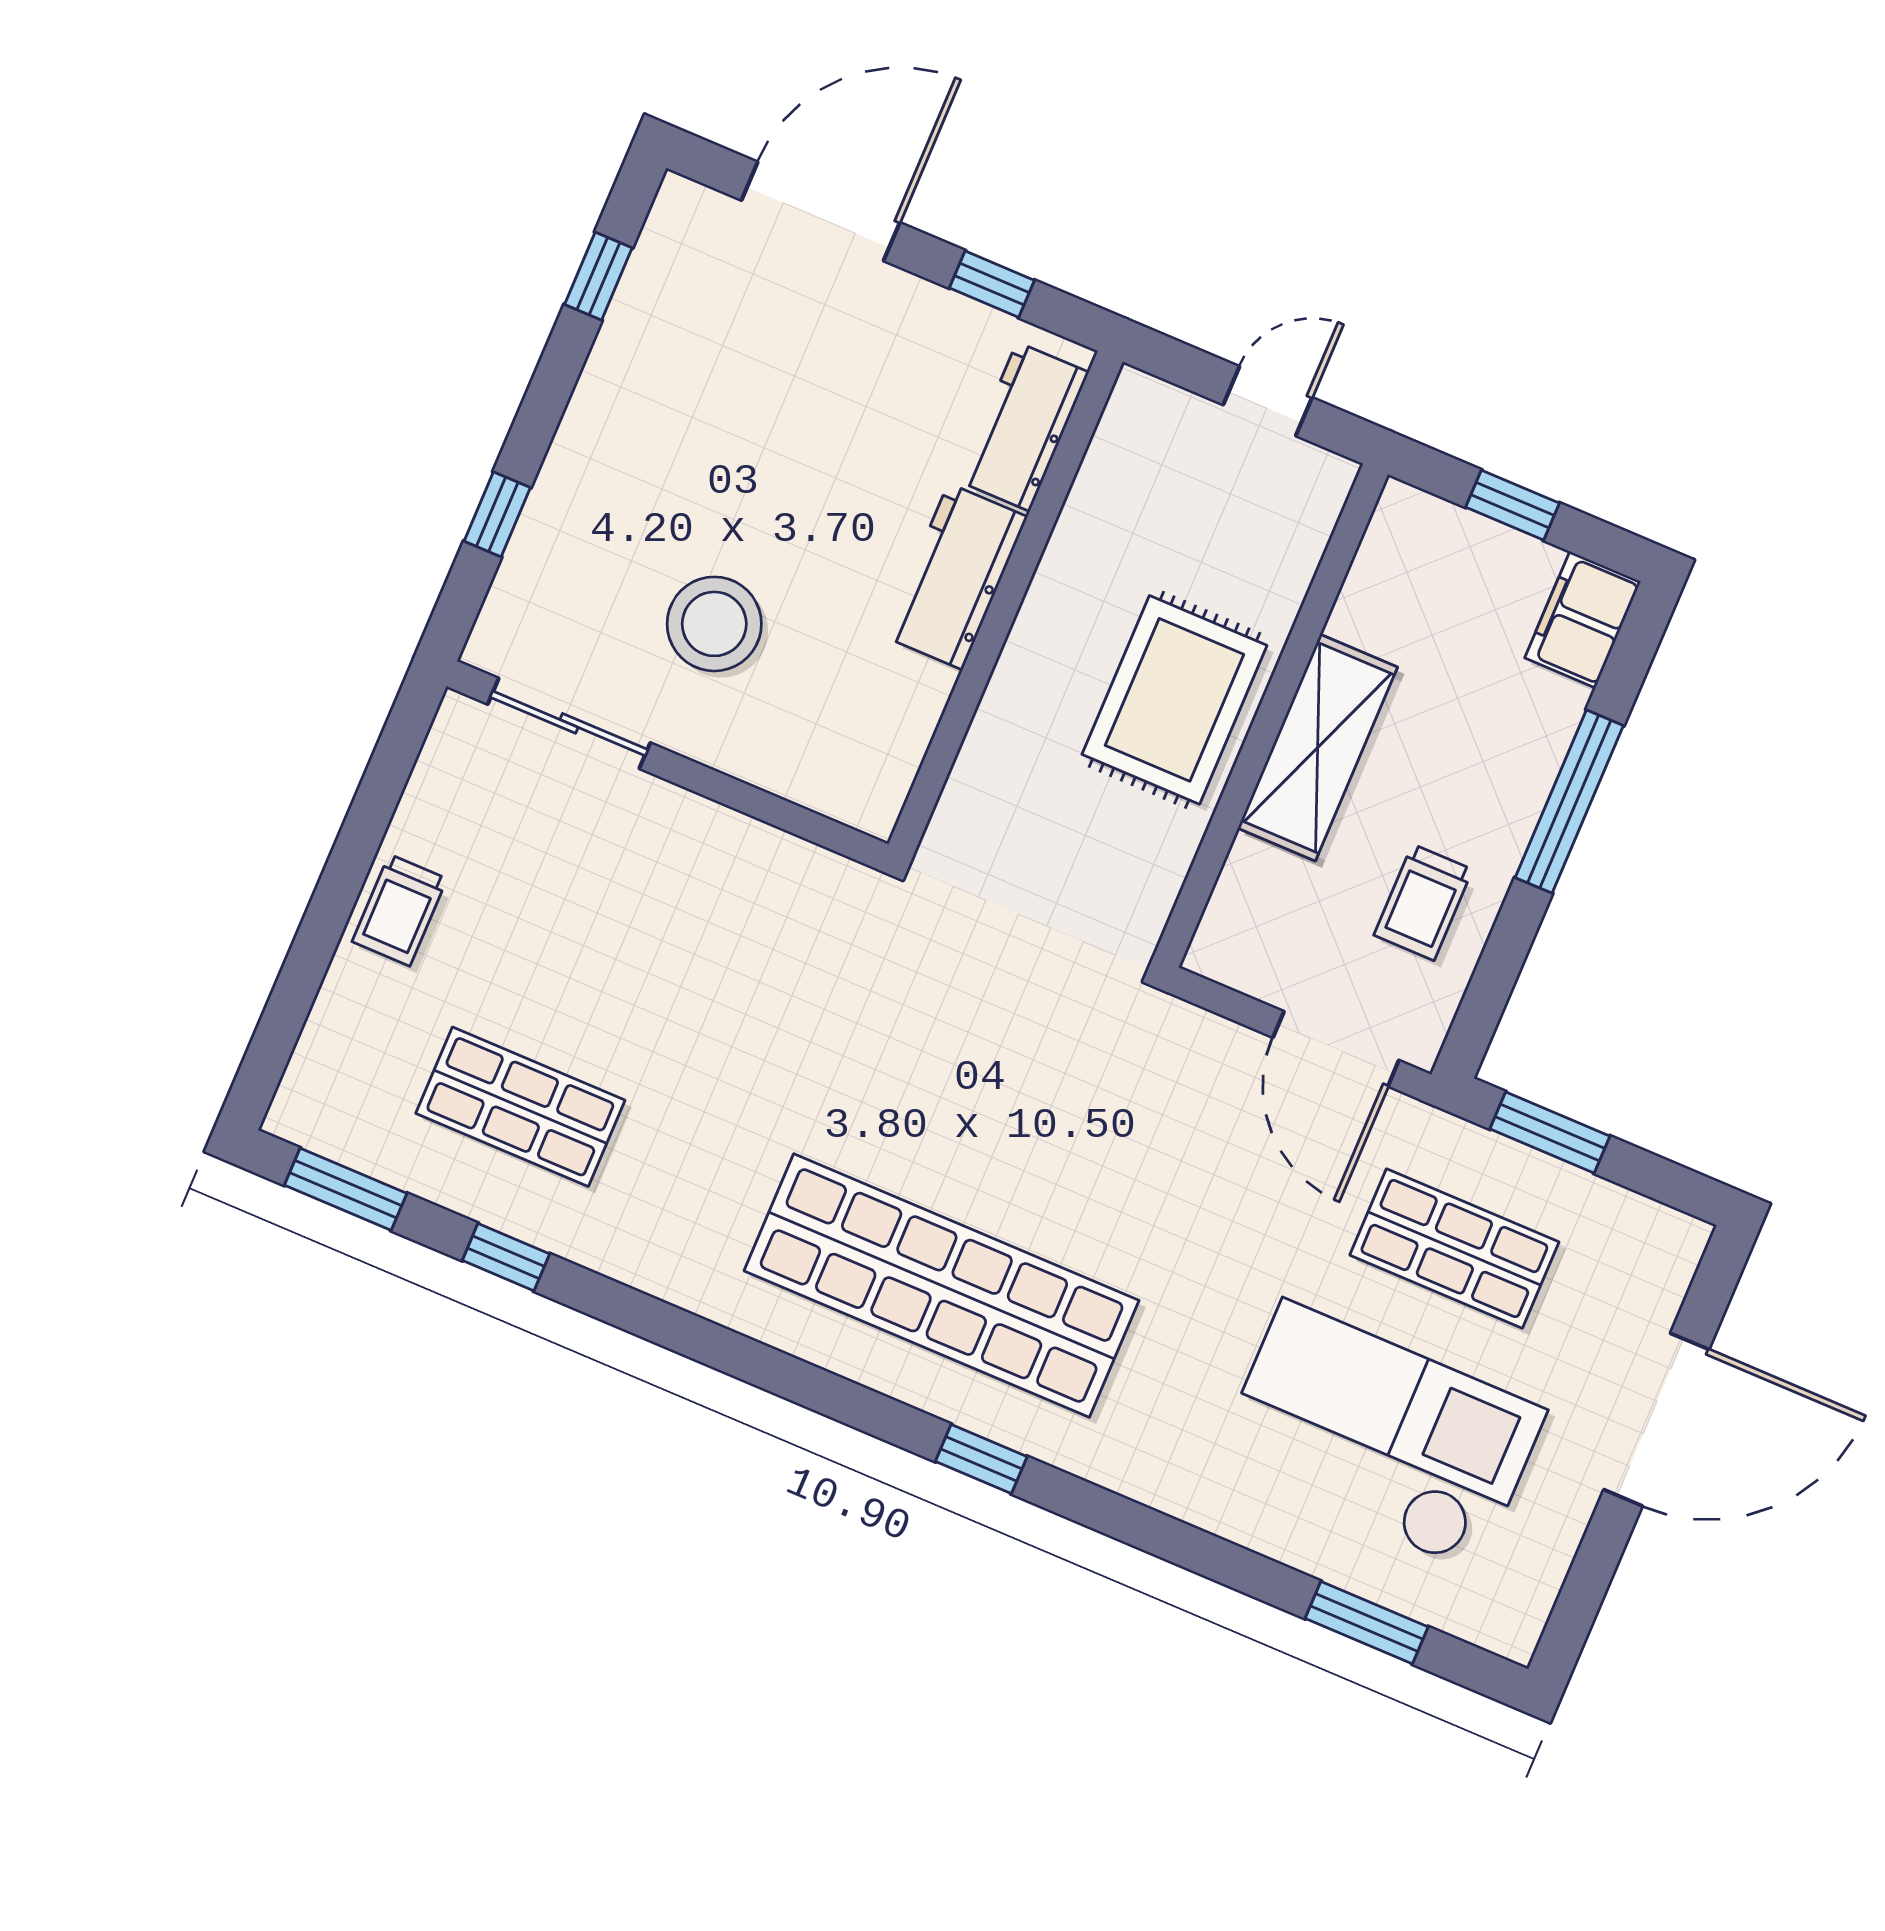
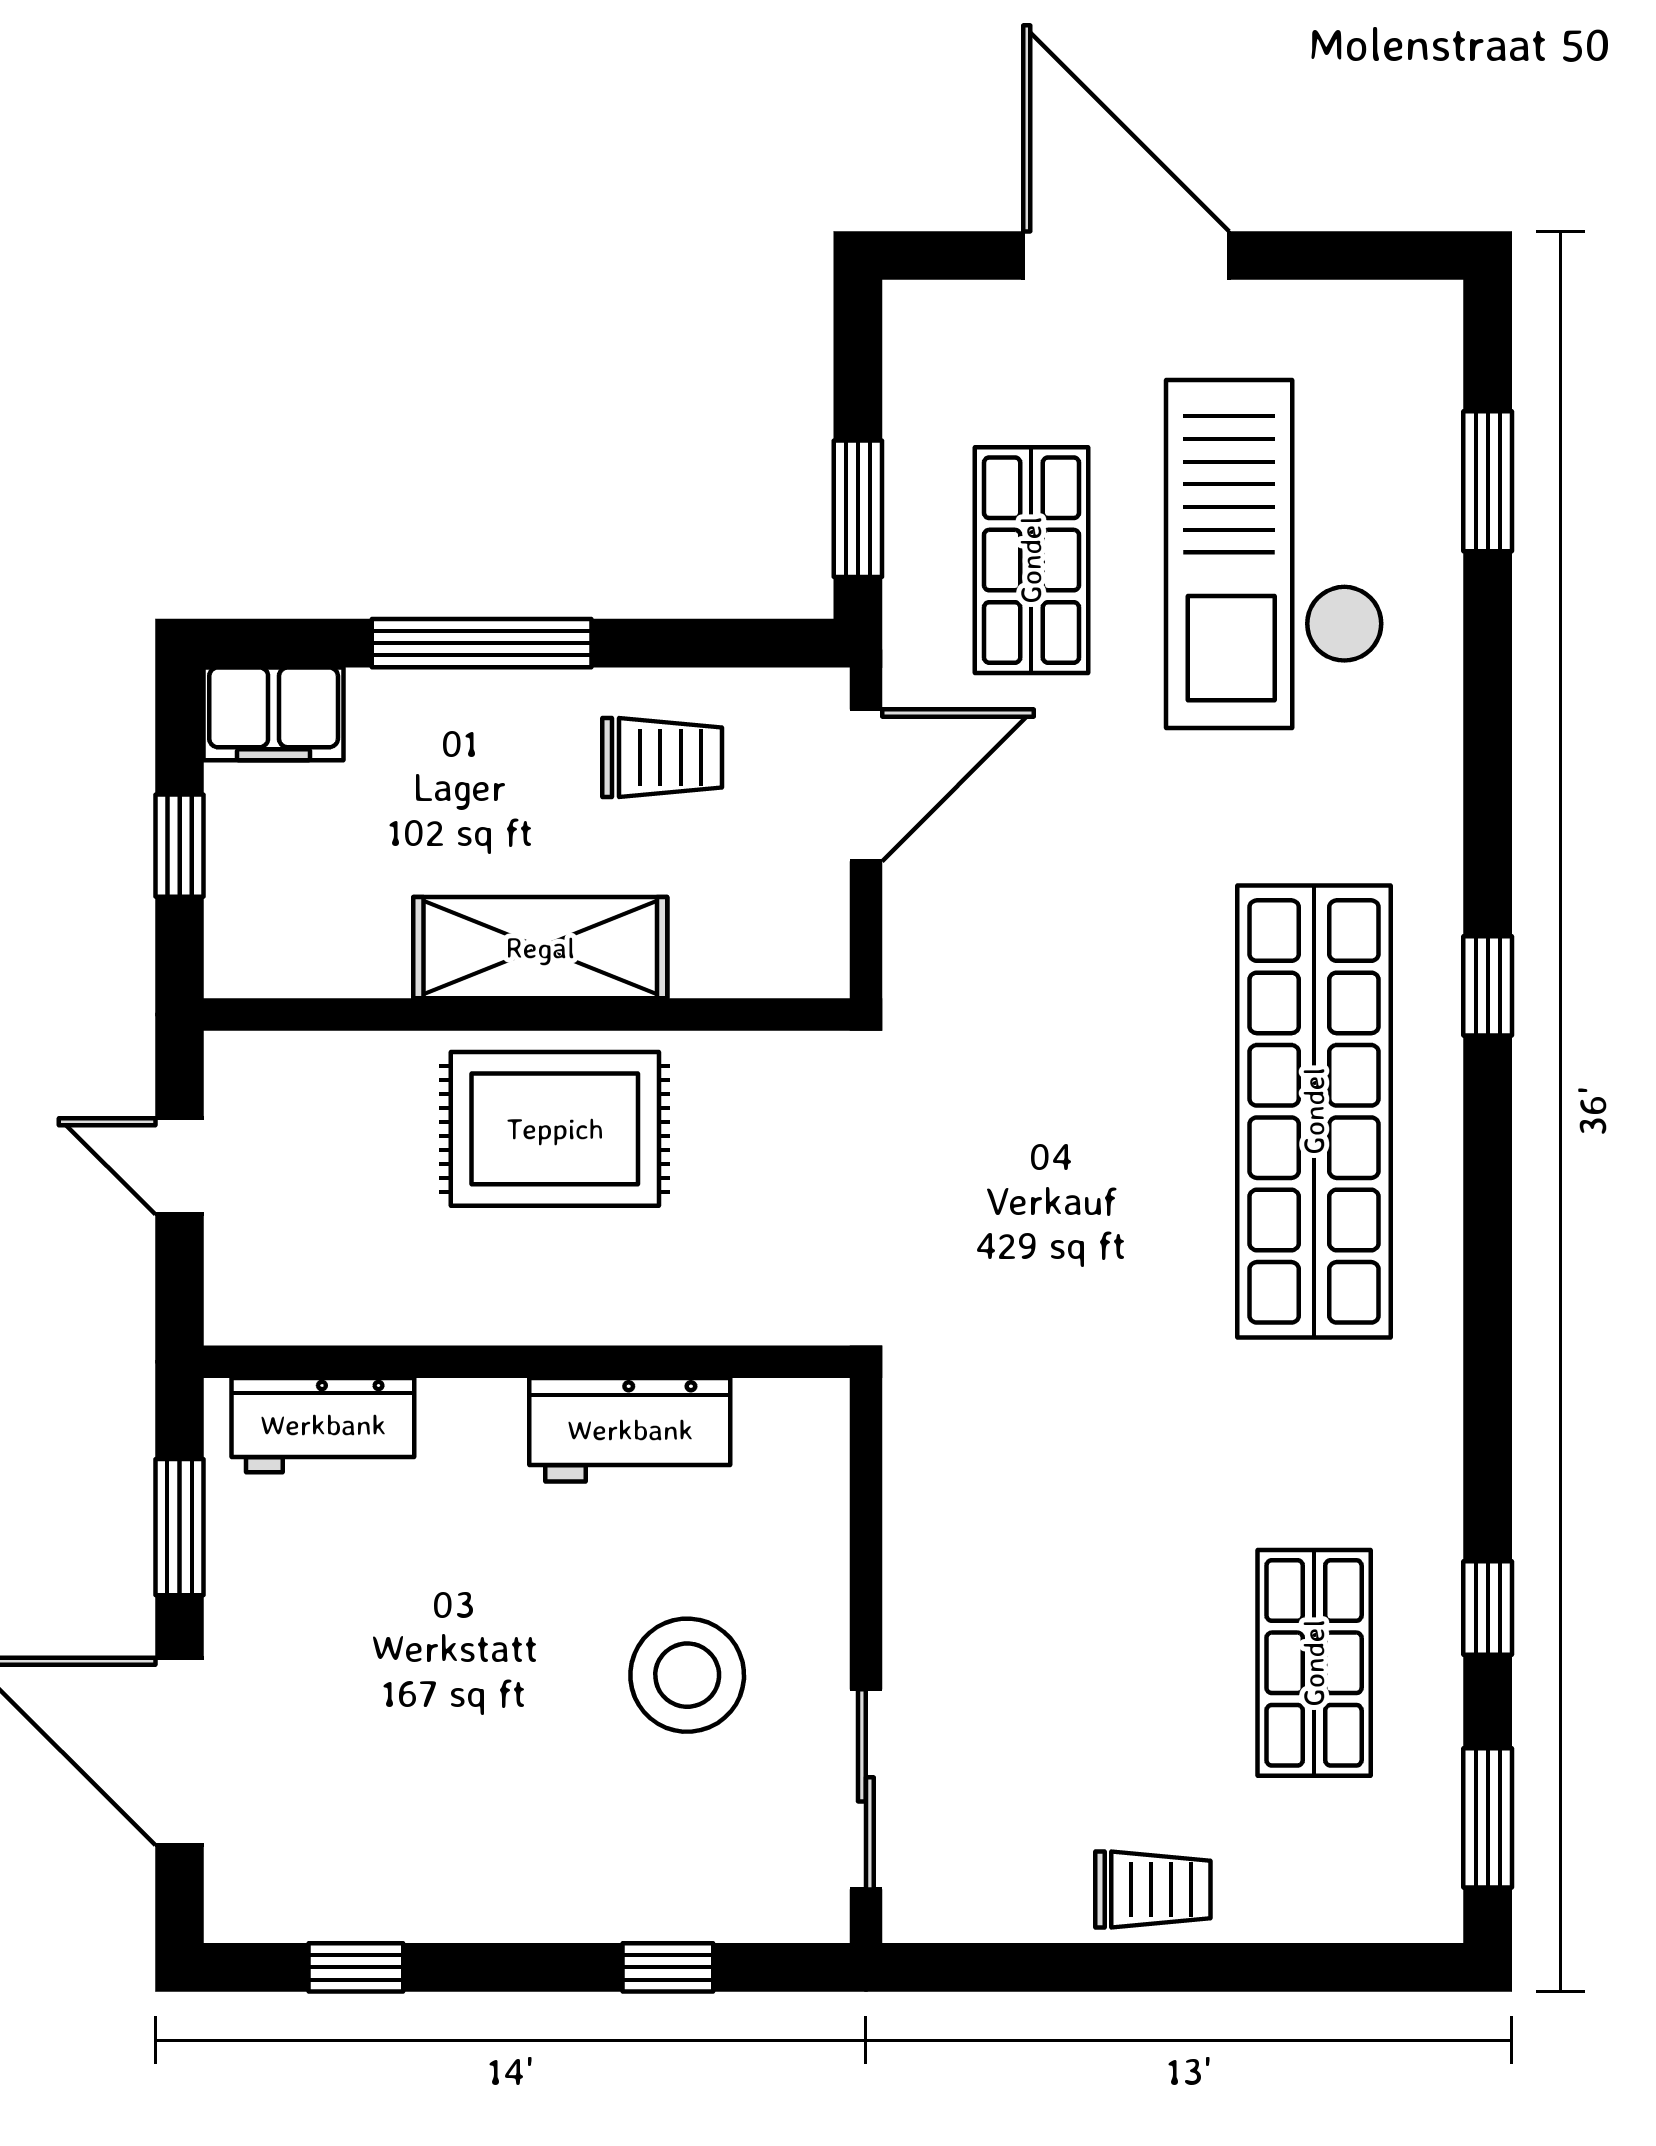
window: (992, 284) -> (180, 1527), width x1.50
workbench: (956, 577) -> (630, 1430), moved

